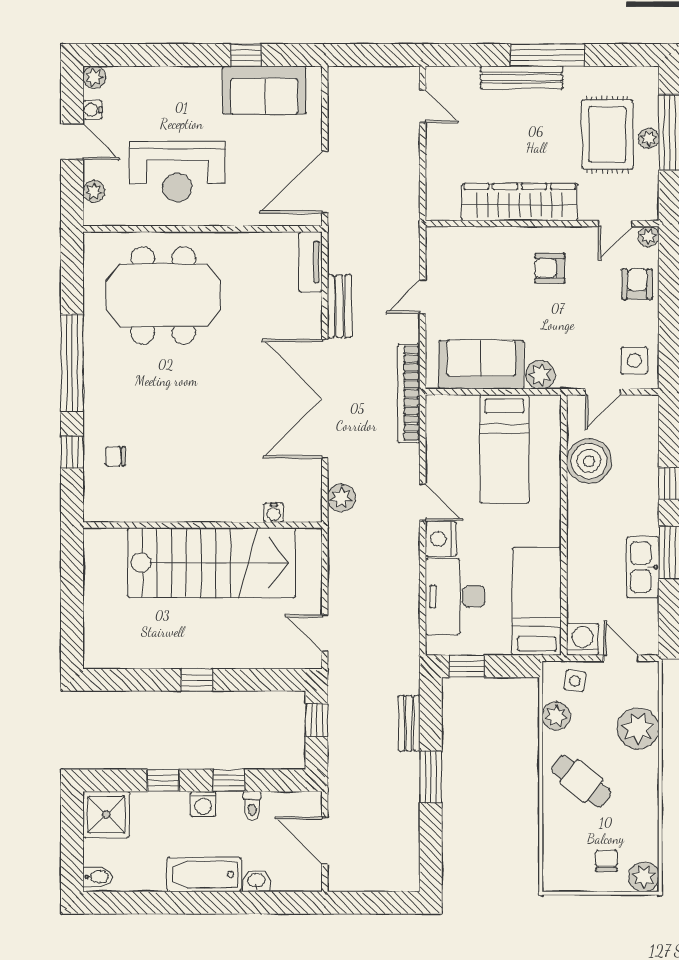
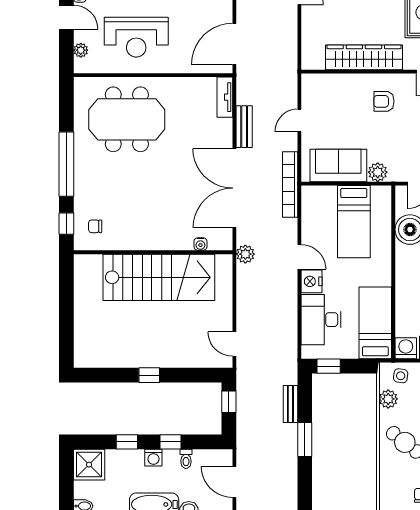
water cooler: (274, 513) -> (200, 244), moved
wall: (202, 525) -> (153, 252), moved
stairs: (211, 563) -> (159, 277), moved

